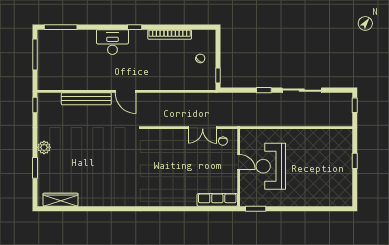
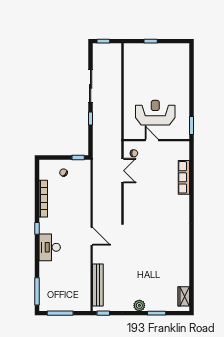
door: (126, 91) -> (92, 236), hinge flipped
bench: (86, 99) -> (98, 285), moved
door: (239, 162) -> (152, 140), hinge flipped
reception desk: (271, 166) -> (155, 113), turned 180
wardrobe: (61, 200) -> (184, 296), width x0.67
row of seats: (217, 200) -> (184, 177), moved

